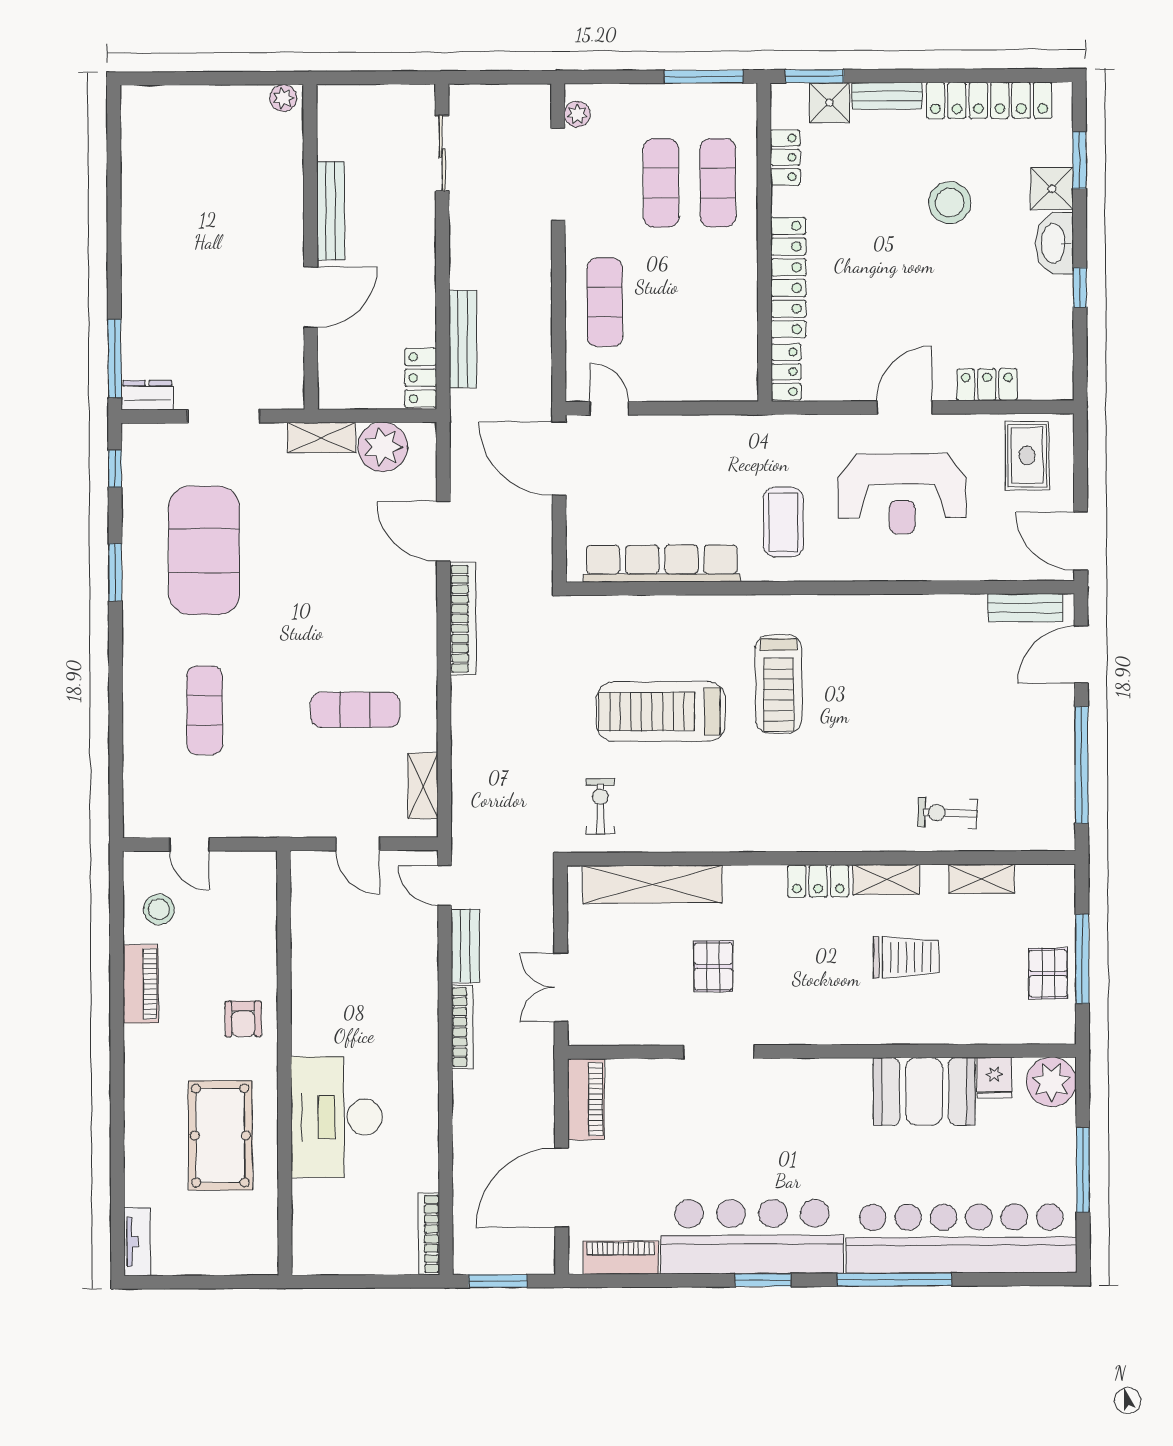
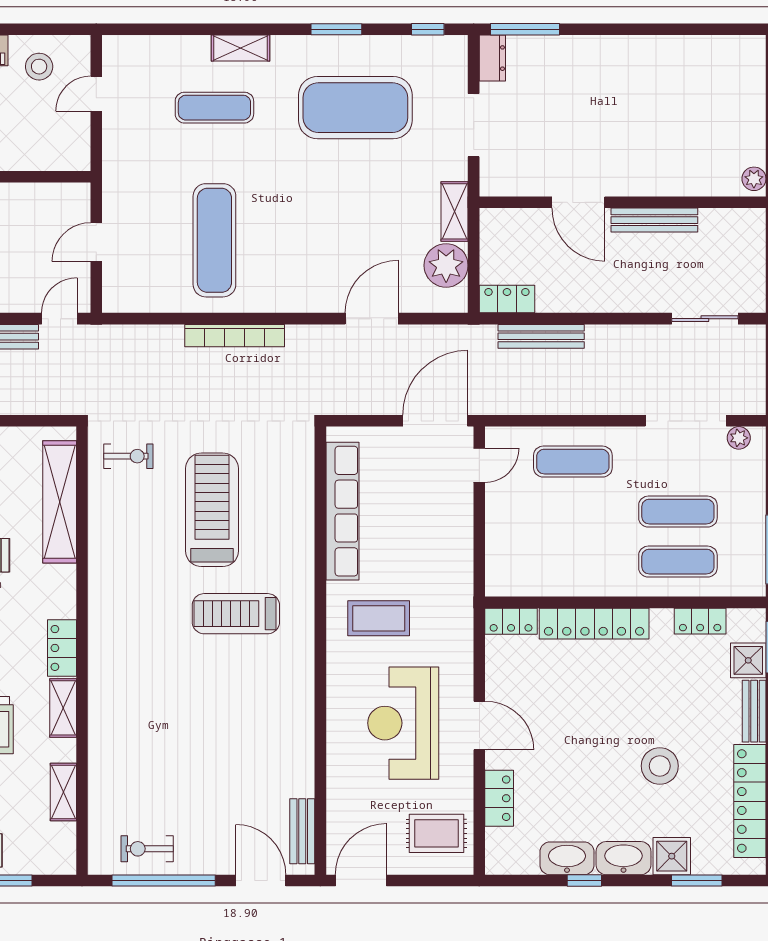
washbasin: (1055, 307) -> (567, 858), added
bookcase: (463, 619) -> (235, 336), moved
exercise mat: (355, 710) -> (214, 240), width x1.36, depth x1.45
shelving: (423, 786) -> (240, 48), moved
exercise bike: (947, 813) -> (147, 849), moved, turned -92

